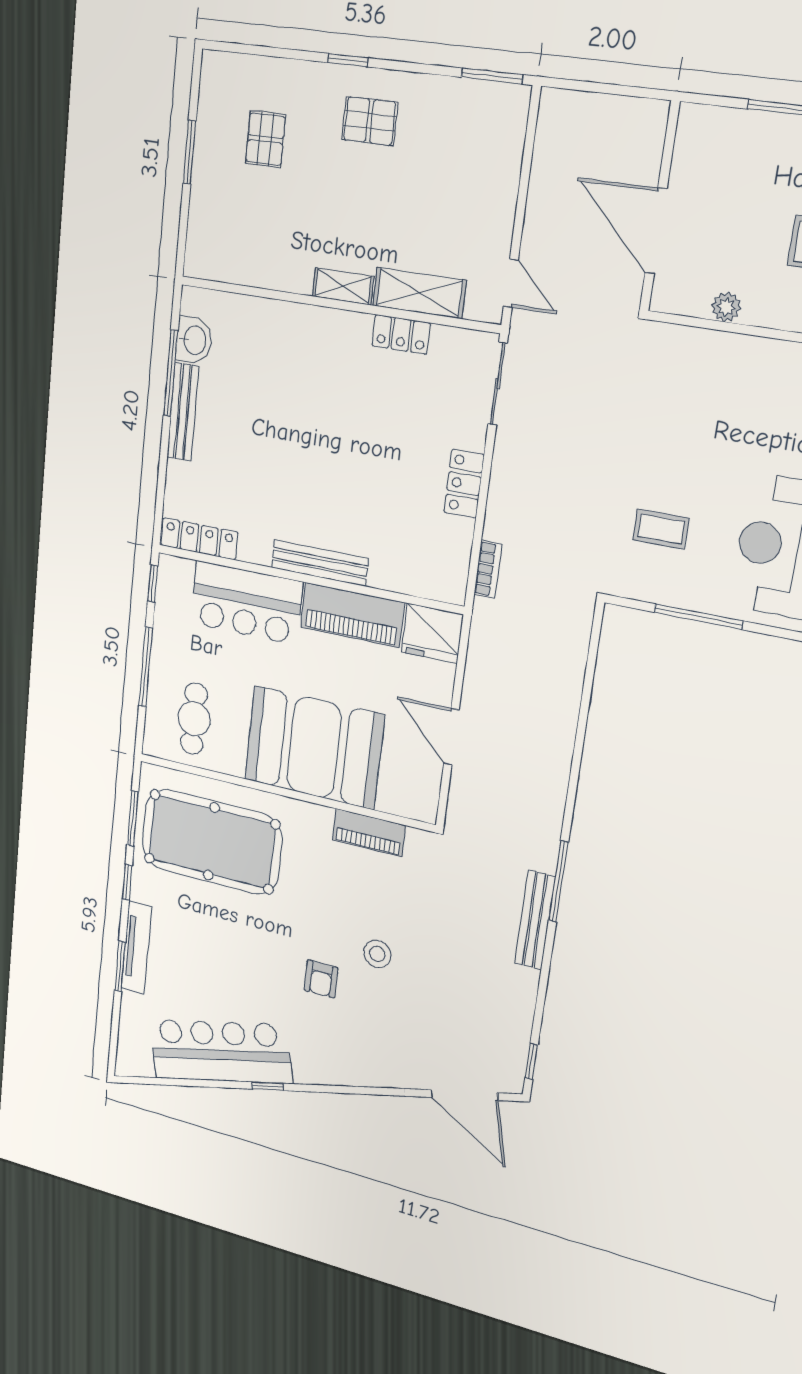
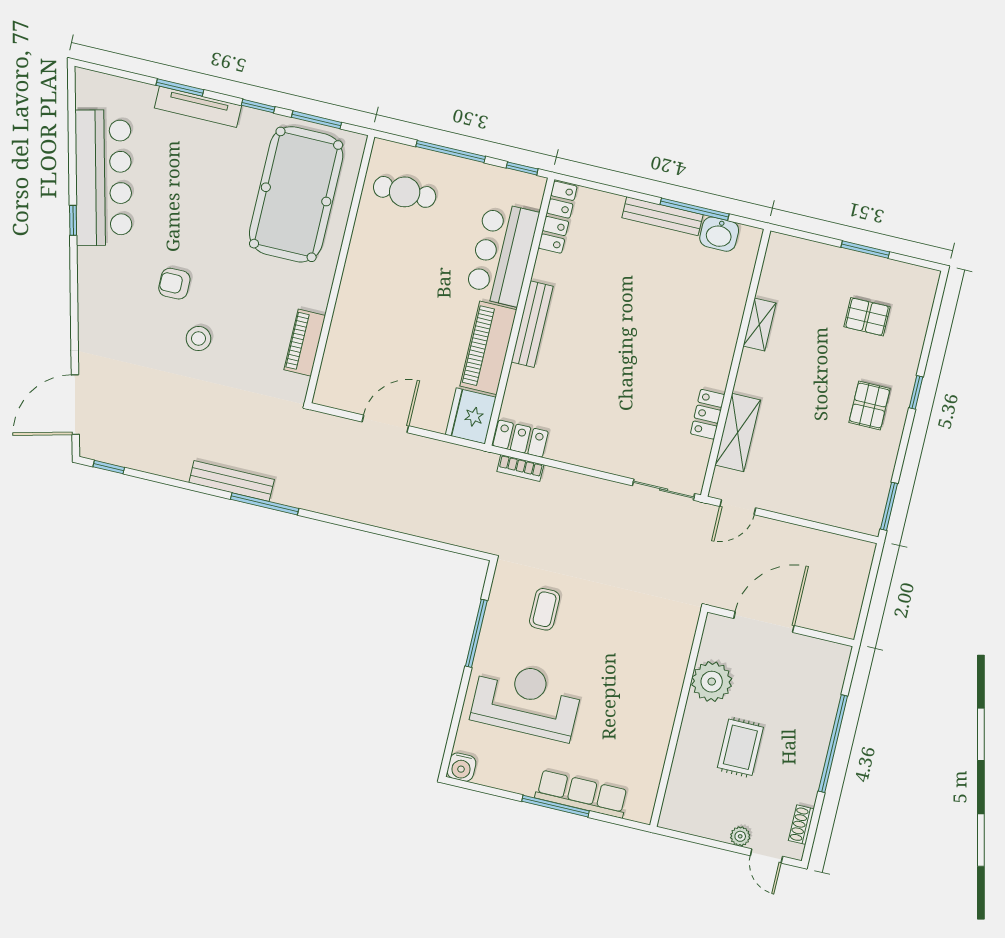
shelving: (343, 286) -> (759, 324), moved
plant: (726, 307) -> (712, 682), width x1.88, depth x1.88
locker: (464, 484) -> (521, 439), moved
booth: (314, 747) -> (378, 301), removed

